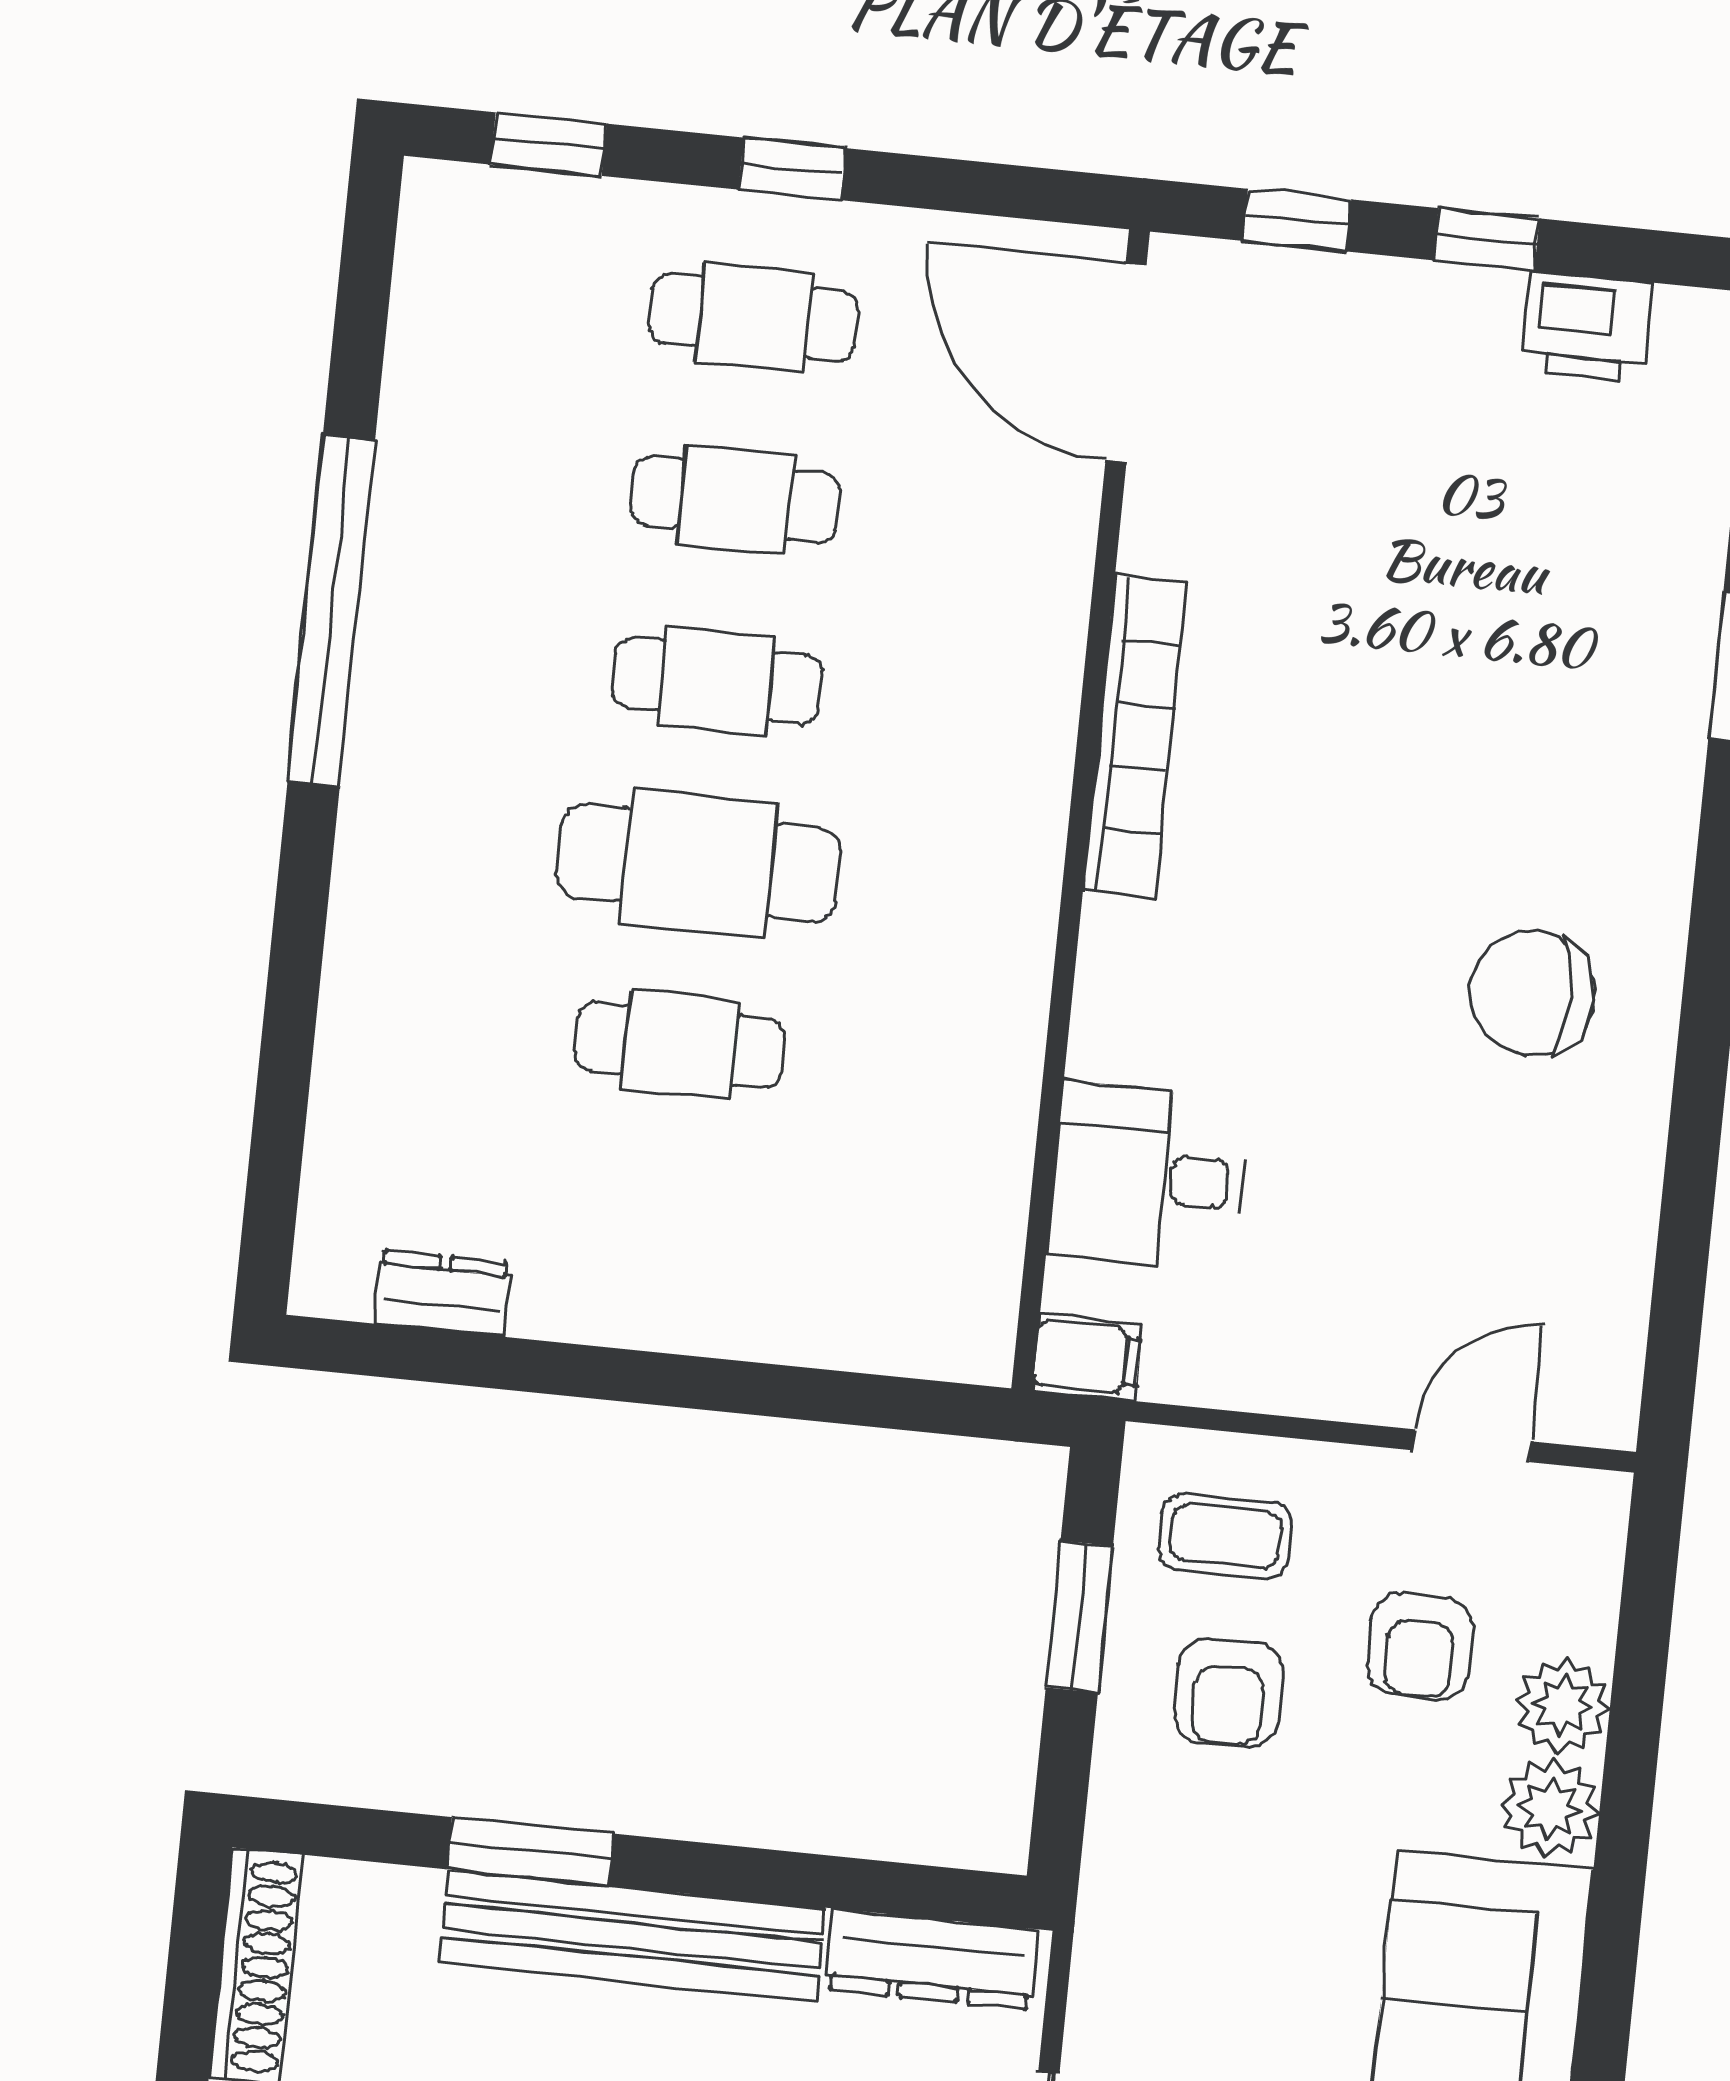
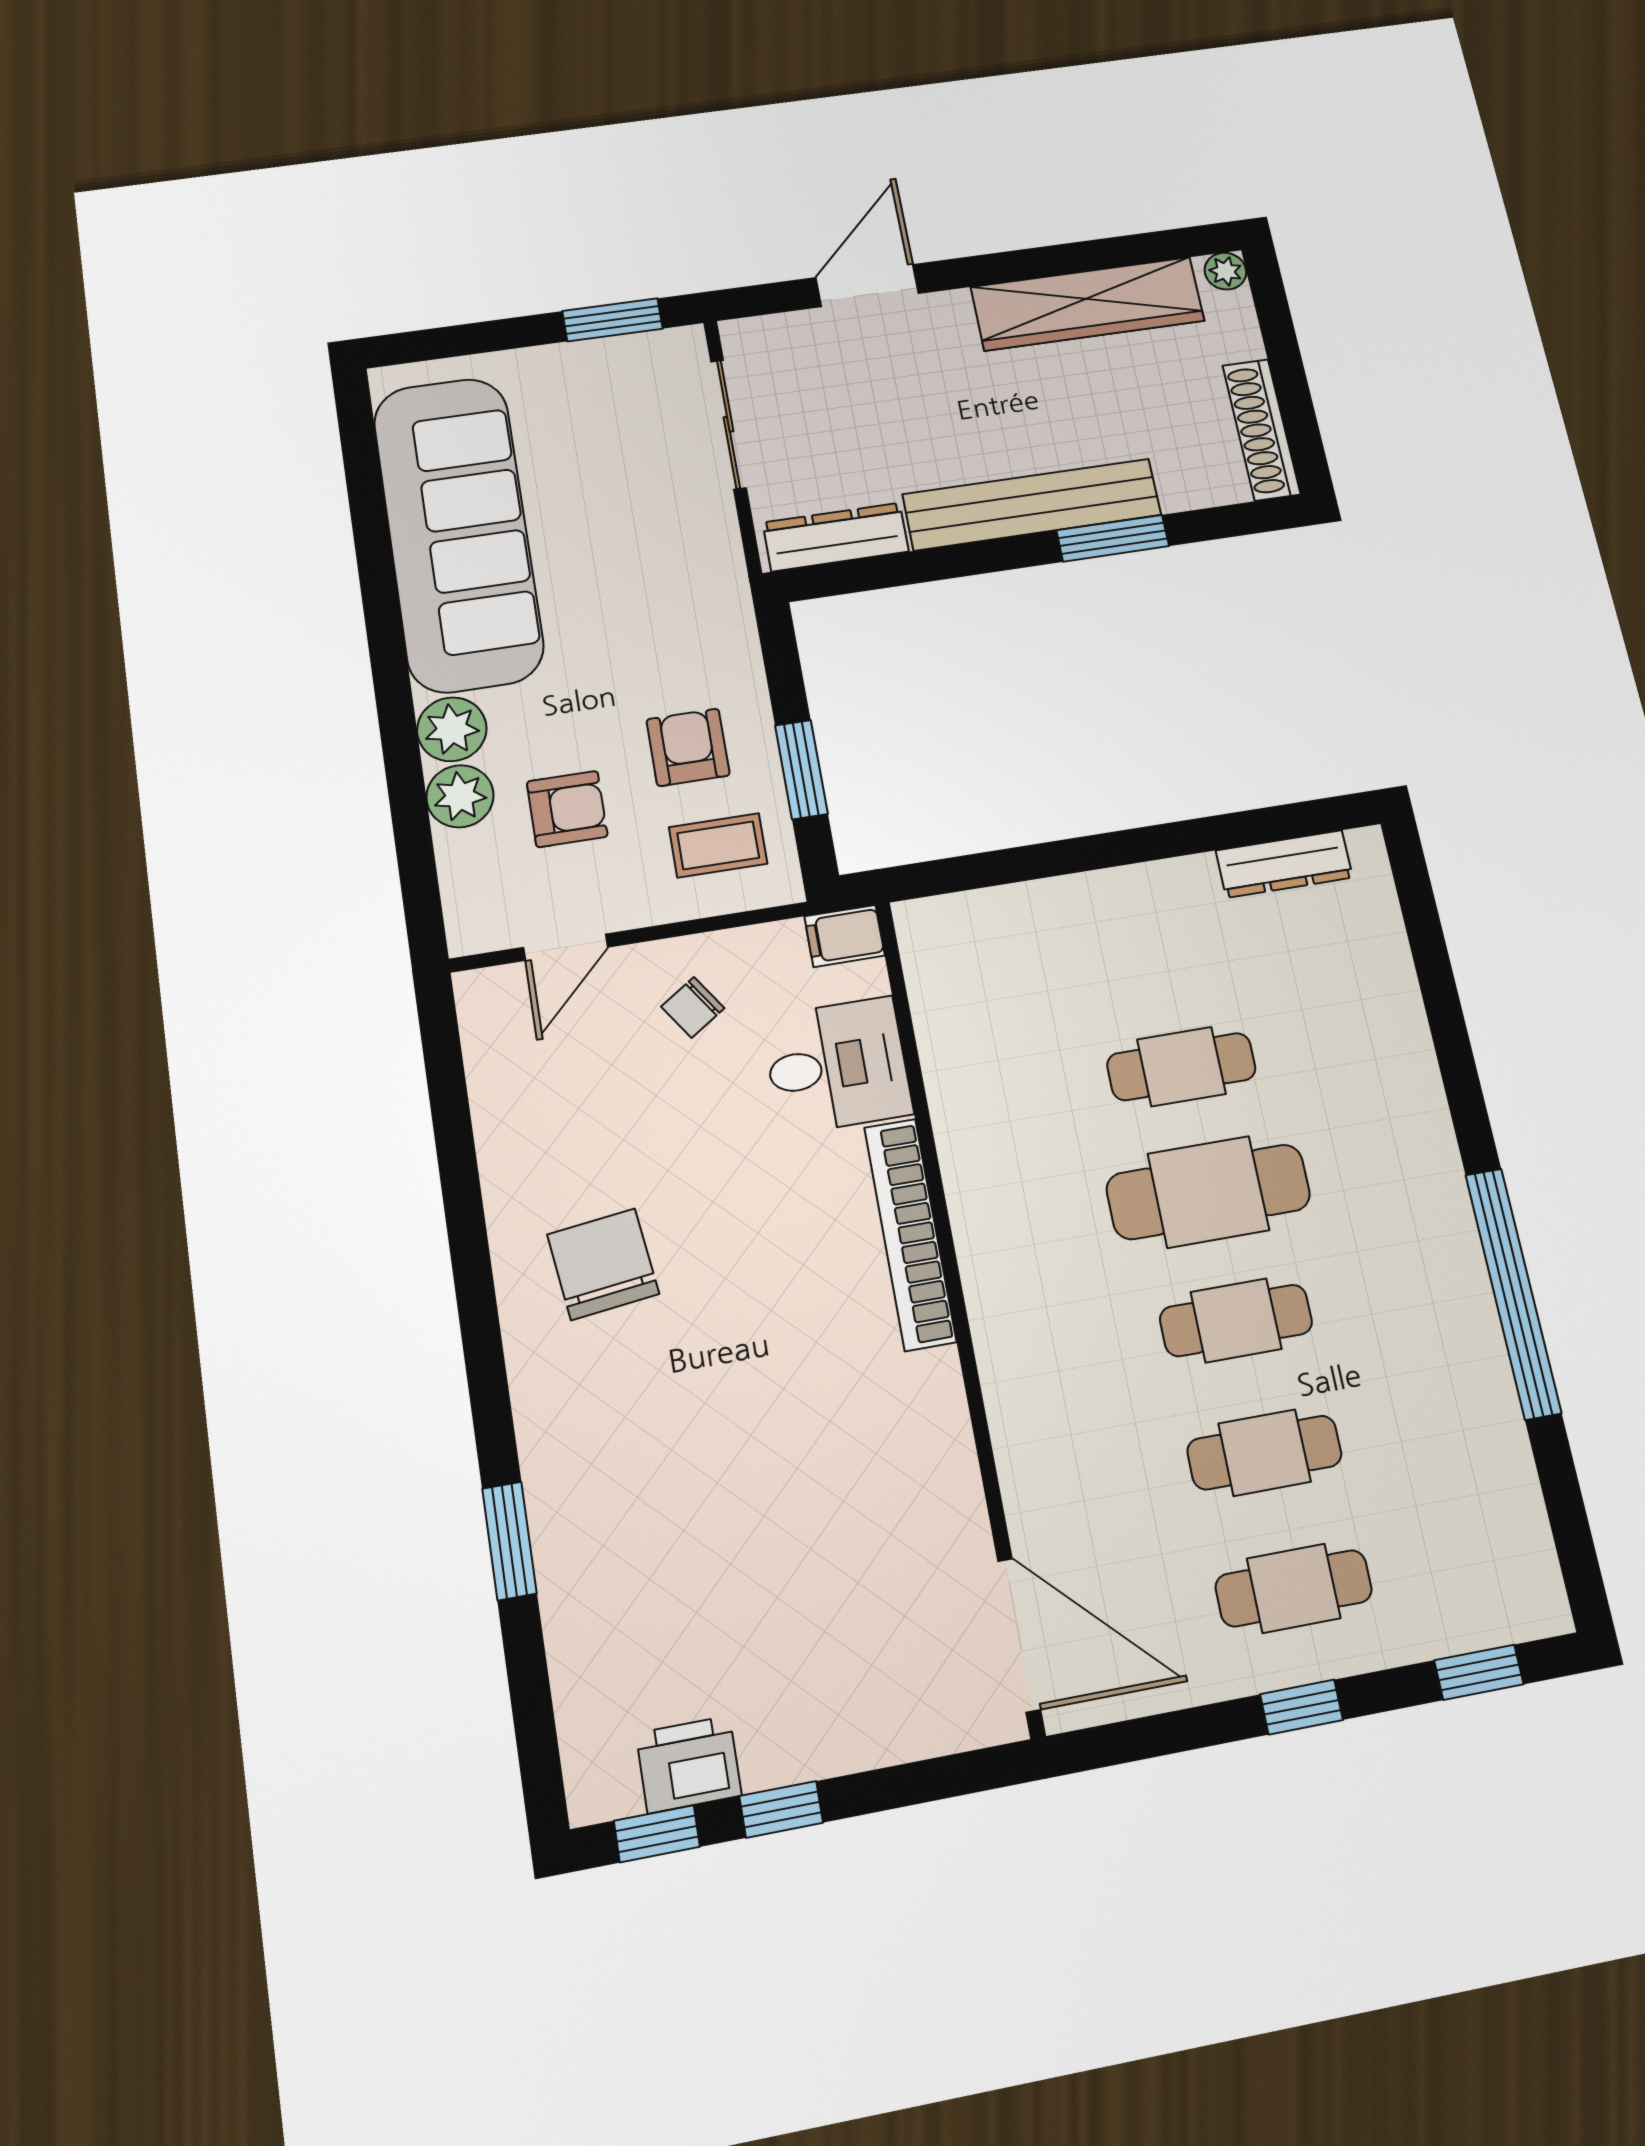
window: (1297, 220) -> (657, 1834), moved
bookcase: (1135, 736) -> (910, 1234), moved
chair: (1532, 993) -> (603, 1264), turned -97
dresser: (443, 1293) -> (1284, 864), width x1.44
chair: (1322, 1313) -> (693, 1007), added
armchair: (1420, 1646) -> (567, 809), turned 90

